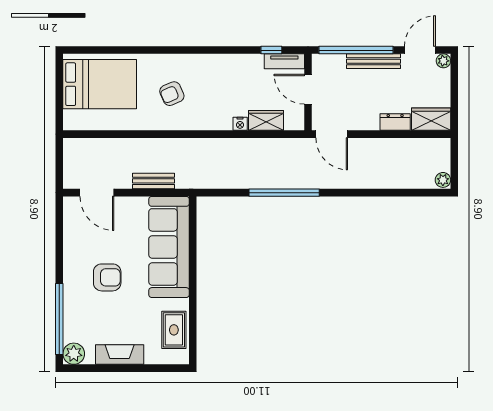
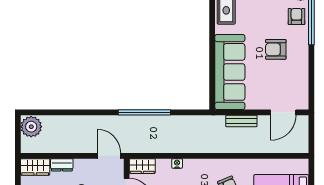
wardrobe: (266, 120) -> (142, 166), moved
plant: (443, 180) -> (31, 127), width x1.88, depth x1.88
door: (97, 193) -> (283, 112), swing flipped
armchair: (79, 322) -> (296, 17), added

